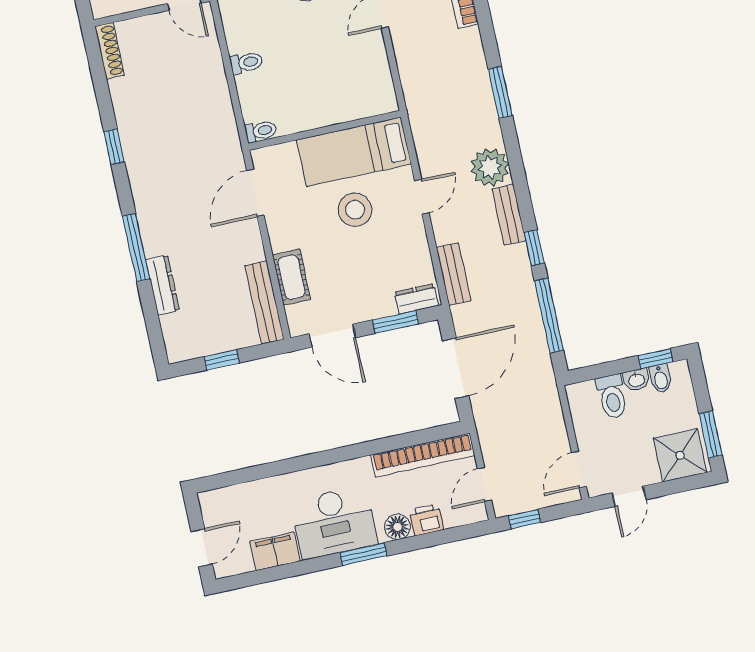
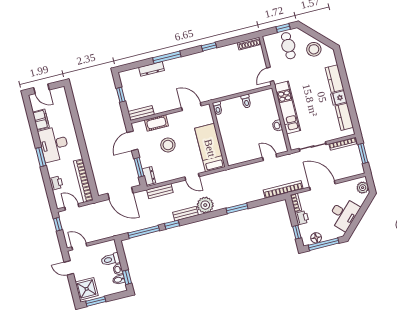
stool: (355, 210) -> (168, 145), moved
bench: (264, 302) -> (141, 113), width x0.73
floor lamp: (397, 527) -> (53, 171), removed

